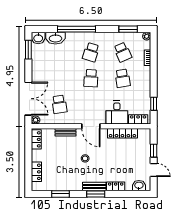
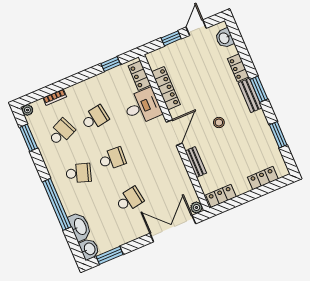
school desk: (59, 104) -> (130, 200), moved

